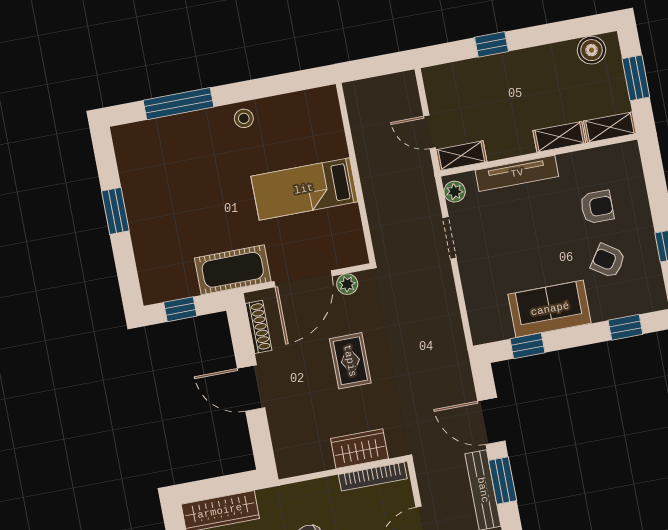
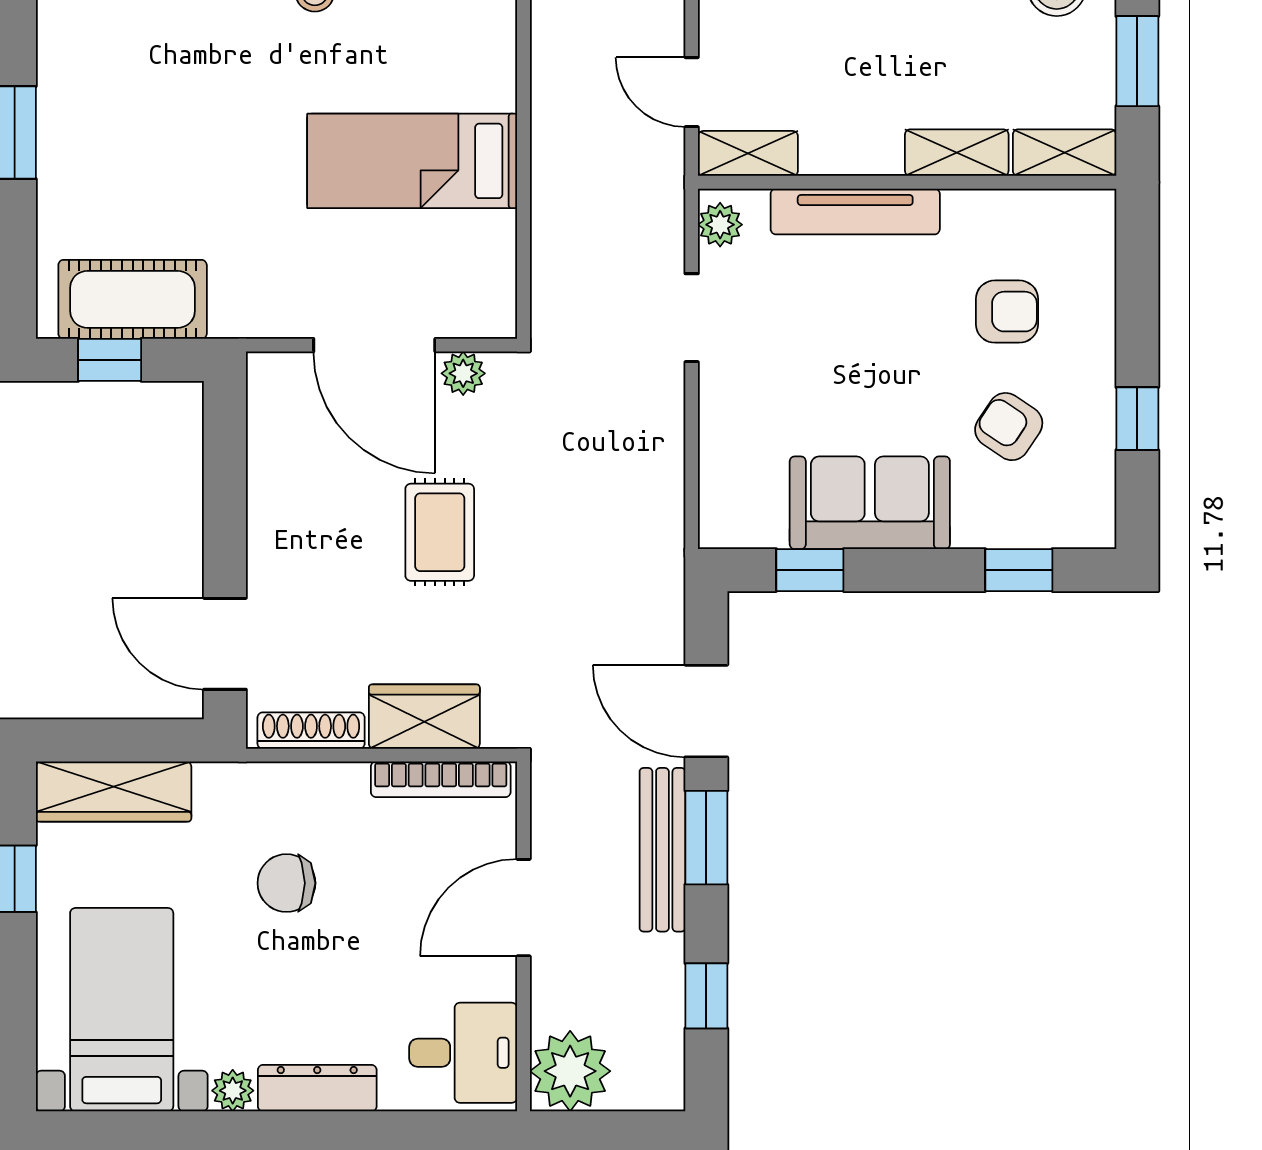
cot: (233, 270) -> (133, 299), moved
door: (303, 279) -> (374, 345), hinge flipped
shoe rack: (259, 327) -> (311, 731), moved, turned -90
door: (251, 388) -> (225, 644), moved

